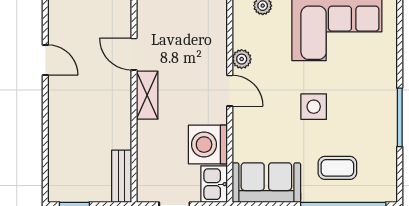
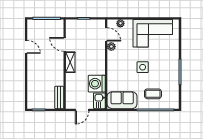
door: (230, 91) -> (106, 34), moved

